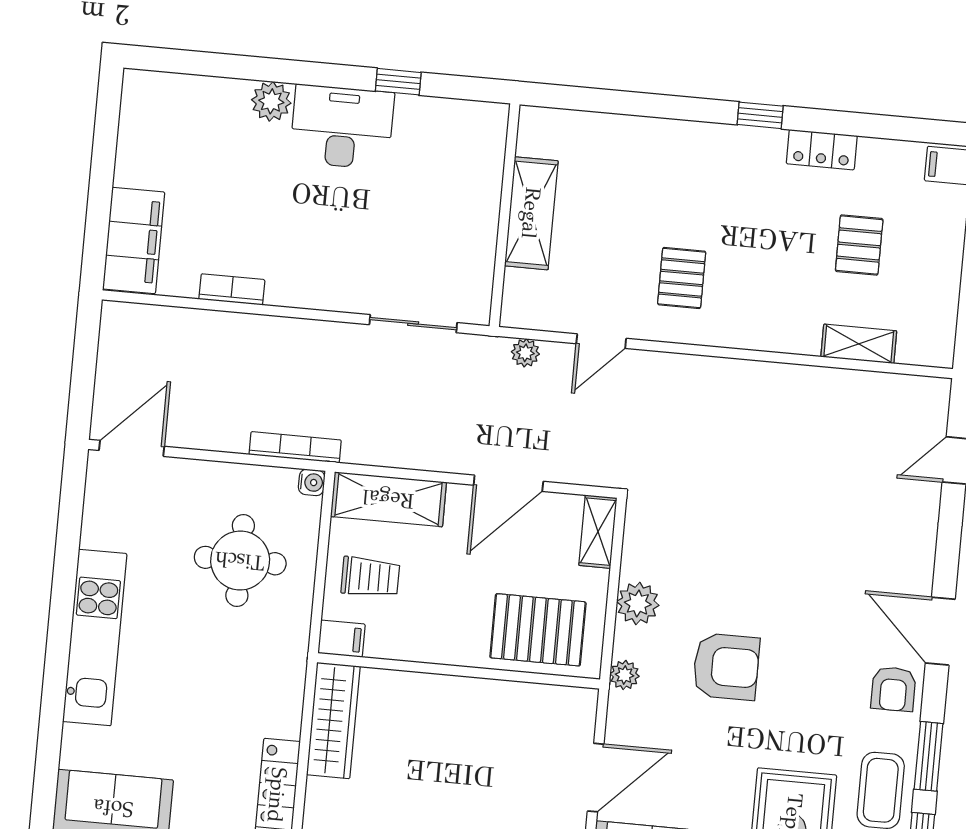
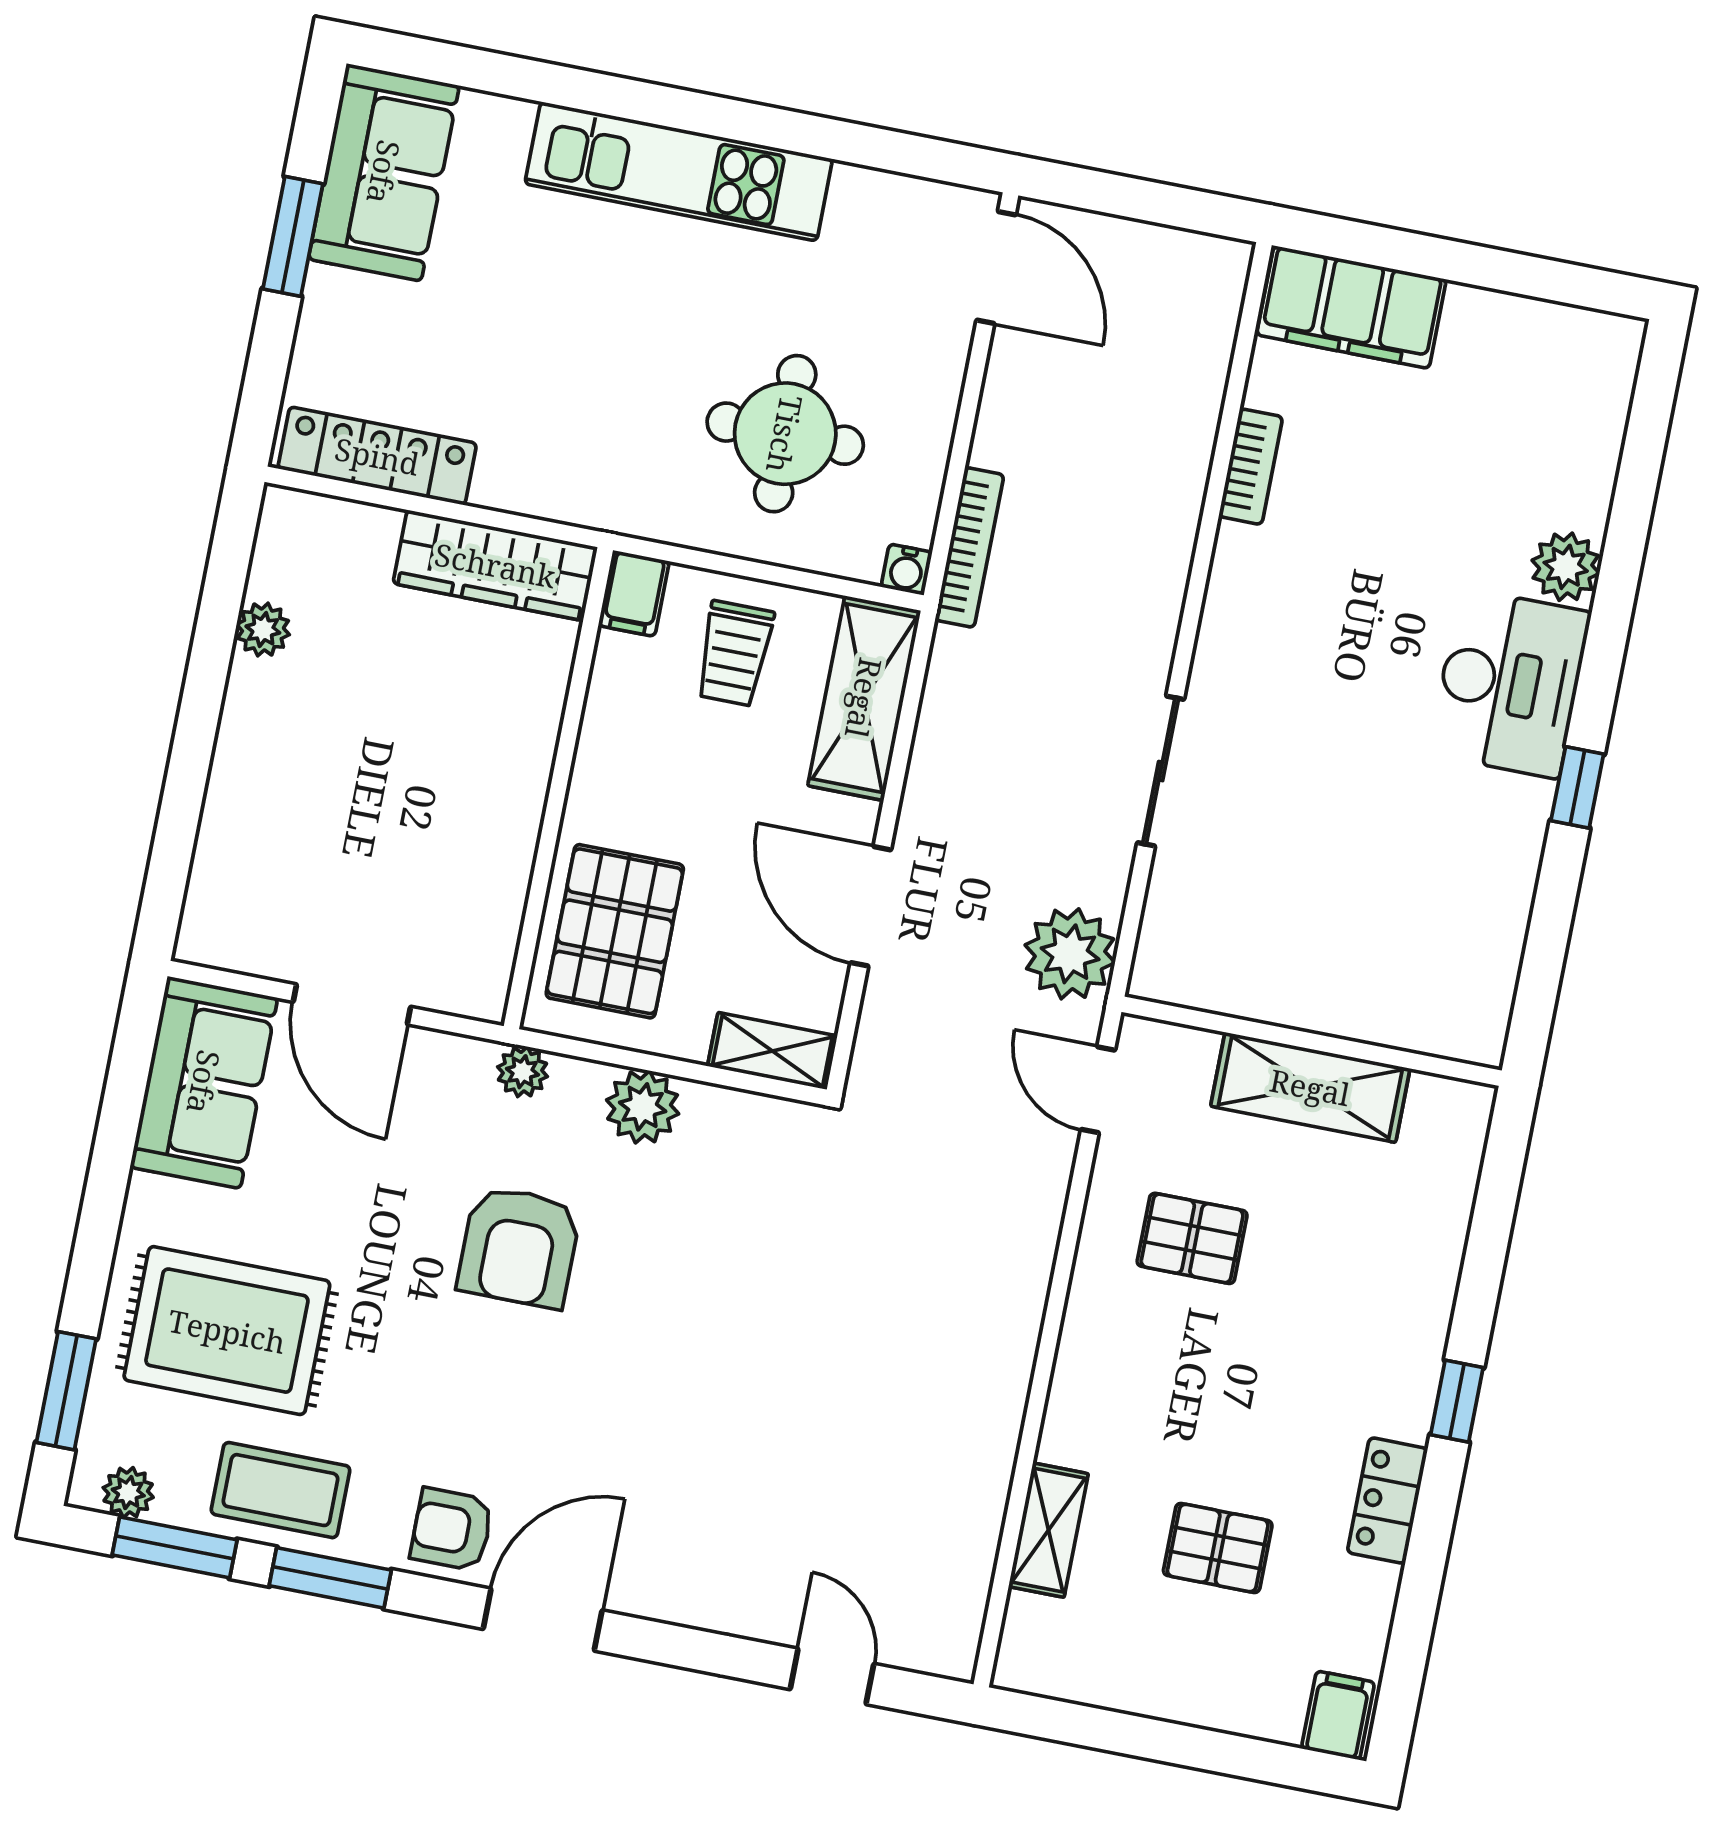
shelving: (531, 213) -> (1310, 1087), moved
wall: (505, 215) -> (1312, 1041), moved
plant: (525, 353) -> (1070, 954), width x1.87, depth x1.87

